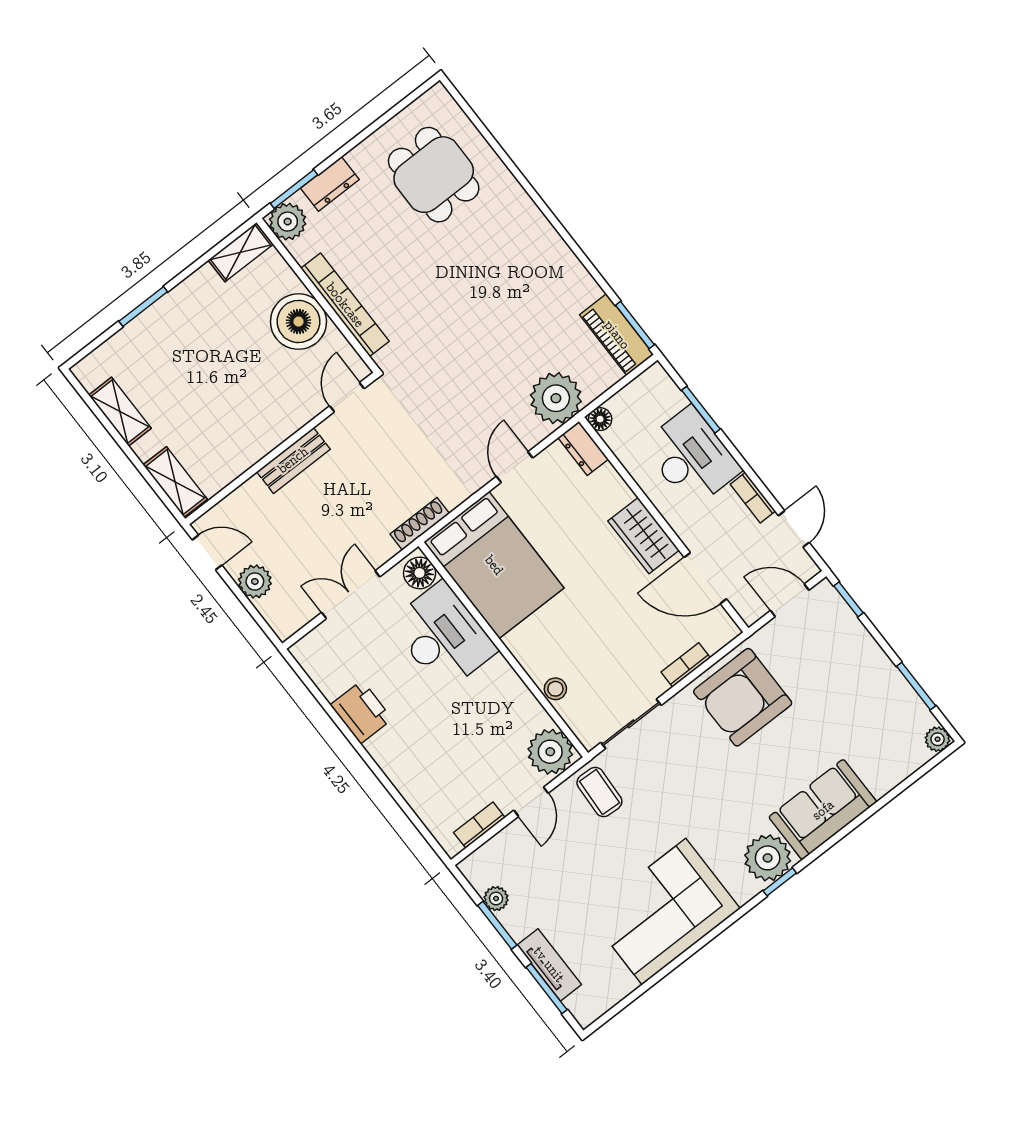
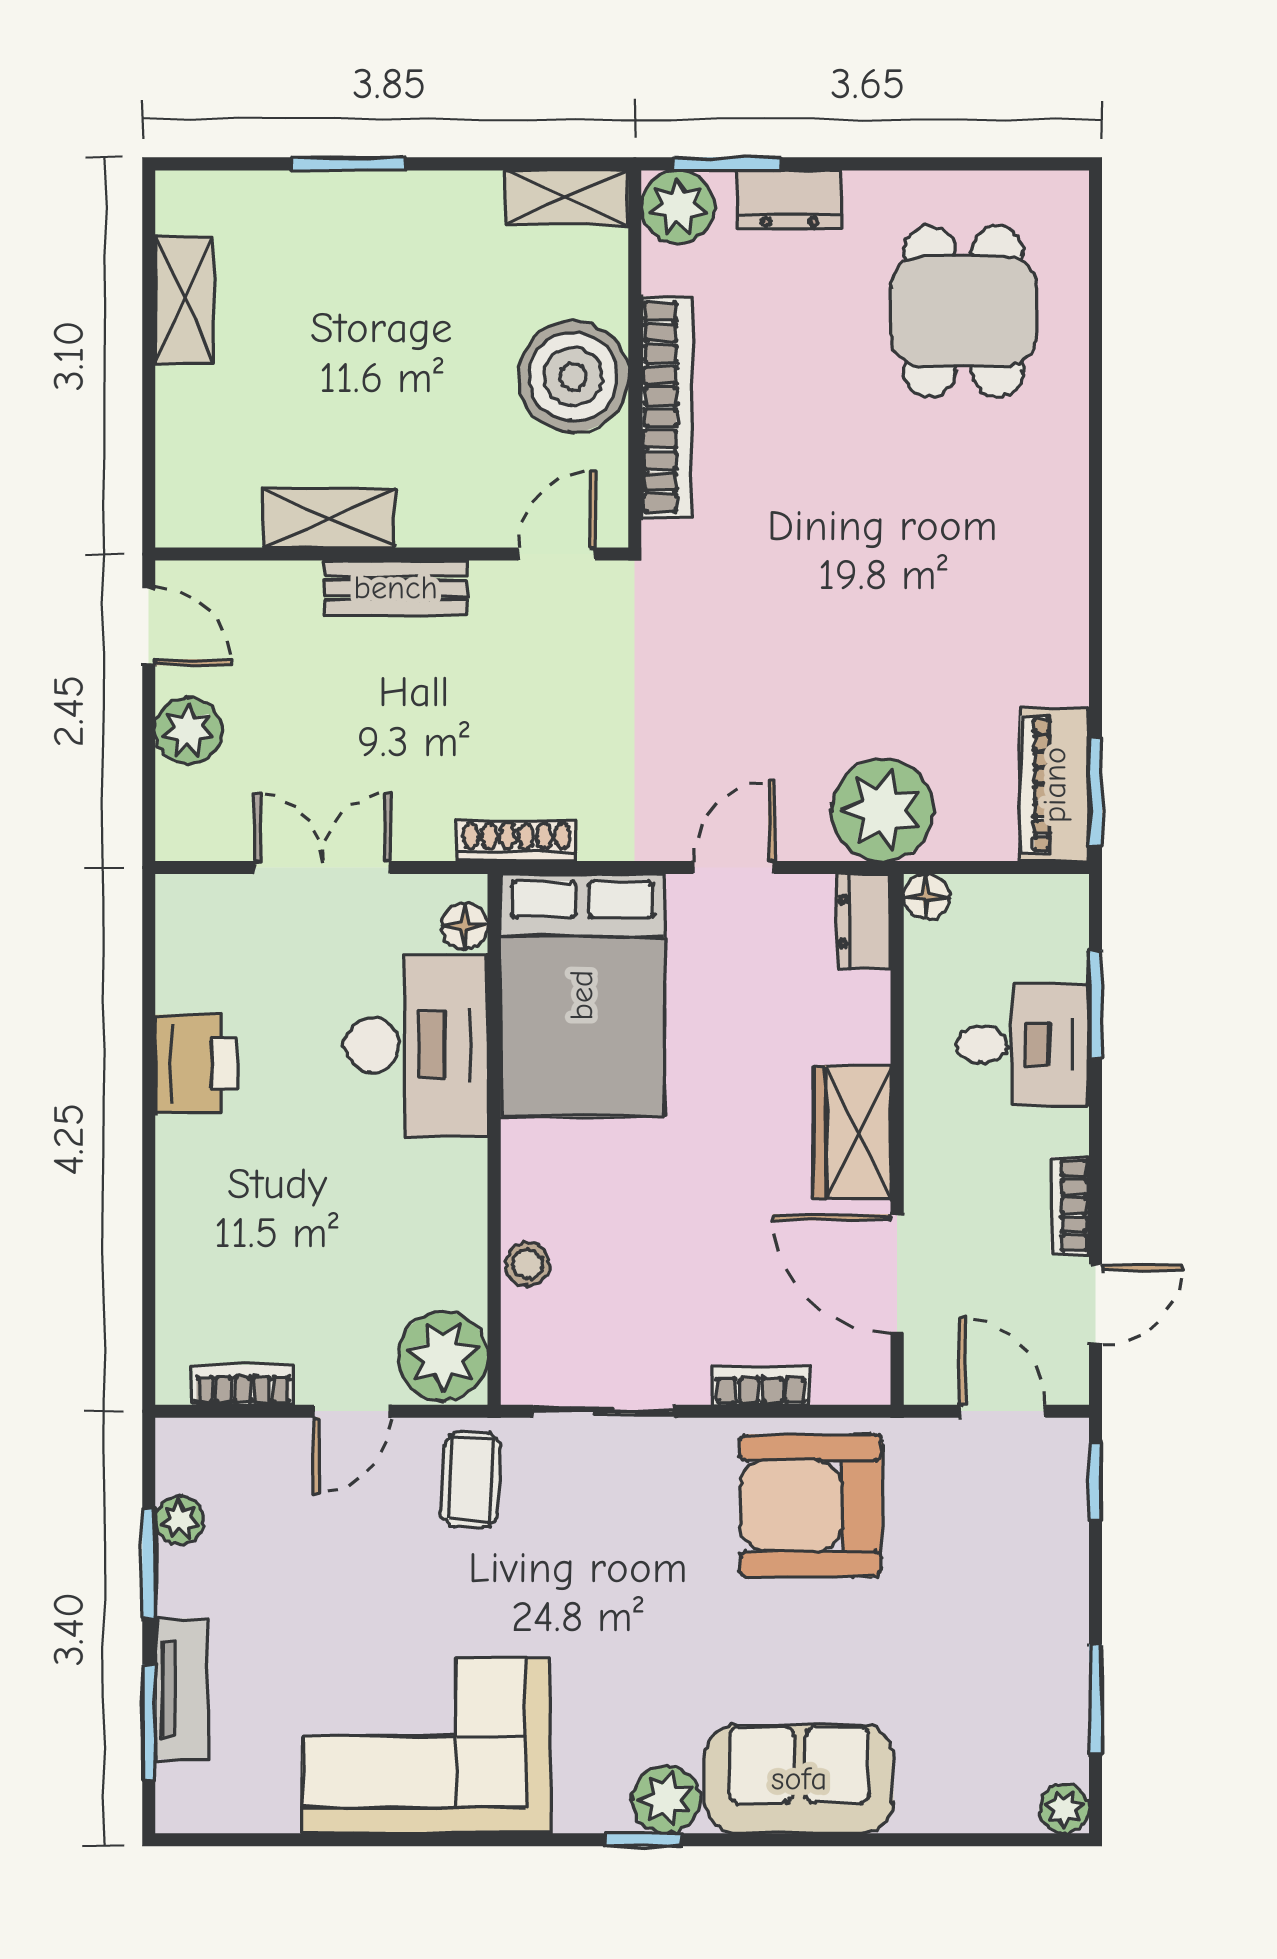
desk: (691, 457) -> (1023, 1045), width x0.73
shelving: (175, 482) -> (329, 518), moved, turned 90
floor lamp: (420, 573) -> (465, 926), width x0.73, depth x0.73
plant: (768, 858) -> (666, 1800), width x0.73, depth x0.73

